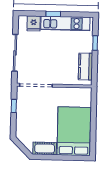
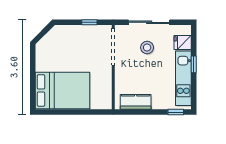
window: (95, 43) -> (176, 112), moved
stool: (37, 55) -> (147, 48), added
cot: (45, 148) -> (42, 58), removed

